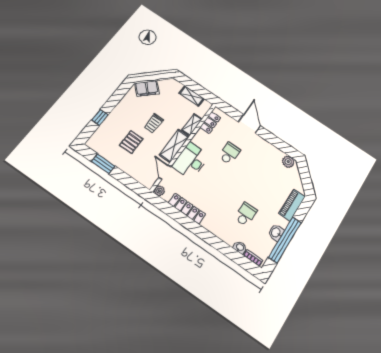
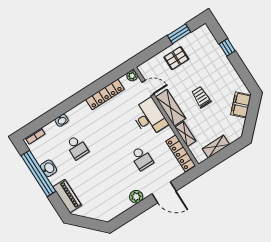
locker: (210, 123) -> (181, 153), width x1.53
pallet: (131, 142) -> (176, 58), moved, turned 90
plant: (288, 162) -> (136, 197), moved
washbasin: (240, 247) -> (62, 120), moved

